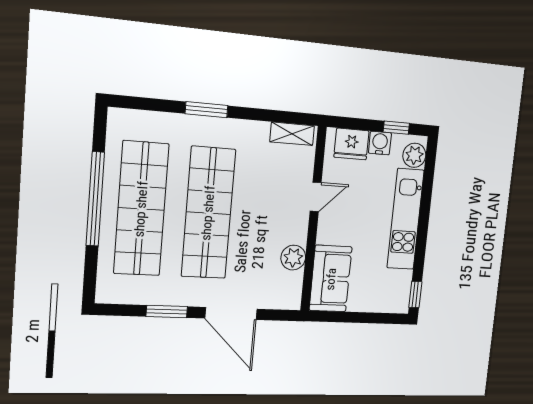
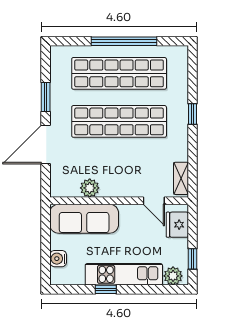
window: (206, 110) -> (192, 114), width x0.67
water cooler: (380, 143) -> (58, 259), moved, turned 180
door: (316, 197) -> (154, 201), moved
sofa: (331, 279) -> (84, 219), width x1.36
window: (415, 294) -> (106, 289), moved

